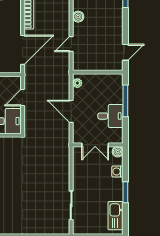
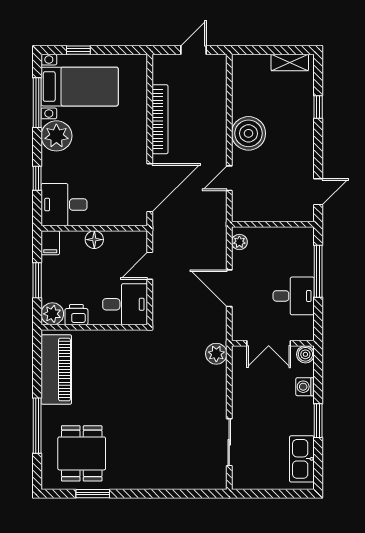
boiler: (78, 17) -> (249, 133), width x1.86, depth x1.86
plant: (63, 151) -> (216, 354), added

